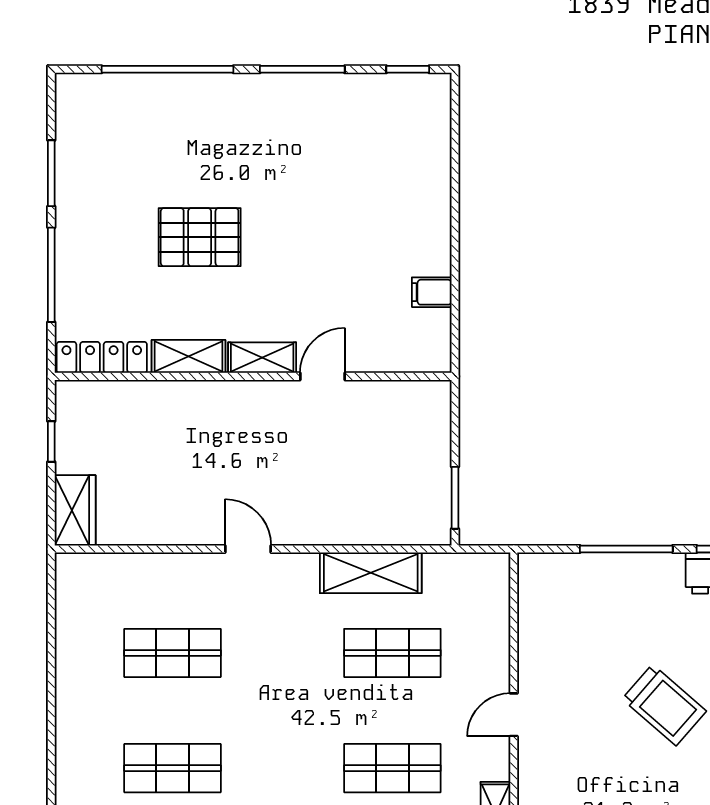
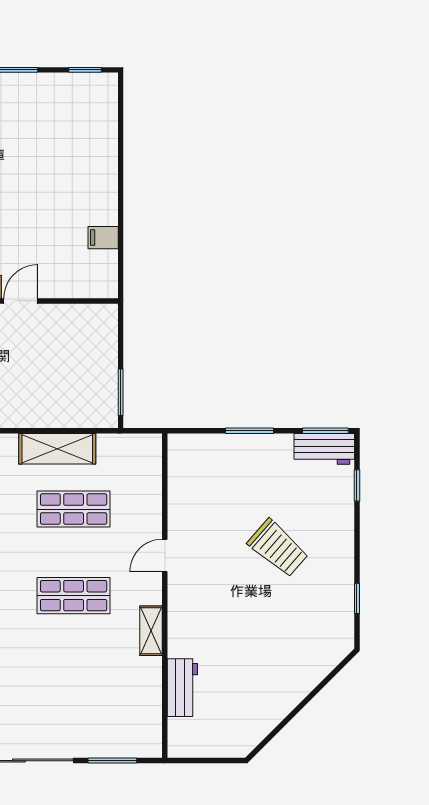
window: (626, 549) -> (249, 431), width x0.69

